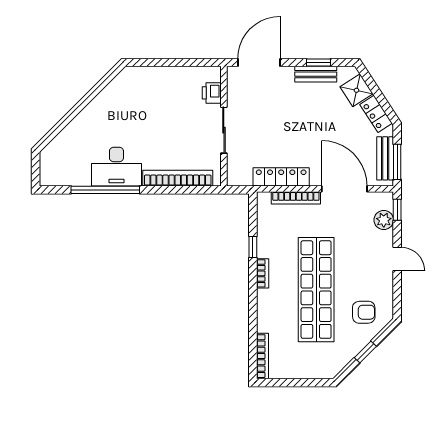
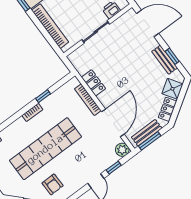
locker: (281, 177) -> (93, 83), width x0.66
window: (397, 210) -> (114, 168), moved
plant: (384, 220) -> (122, 150), moved

